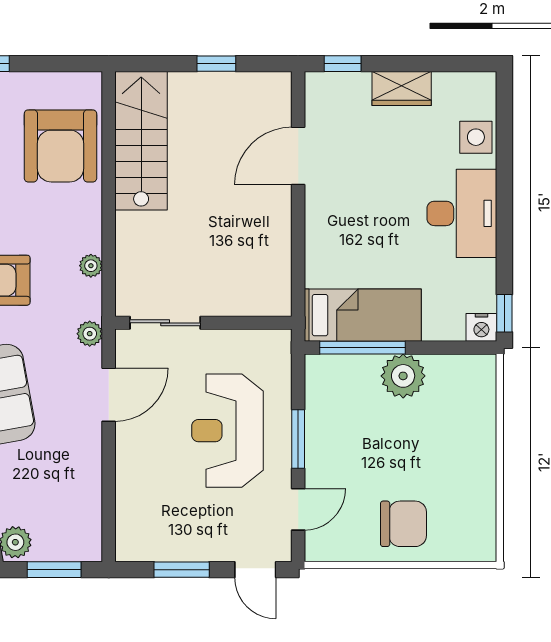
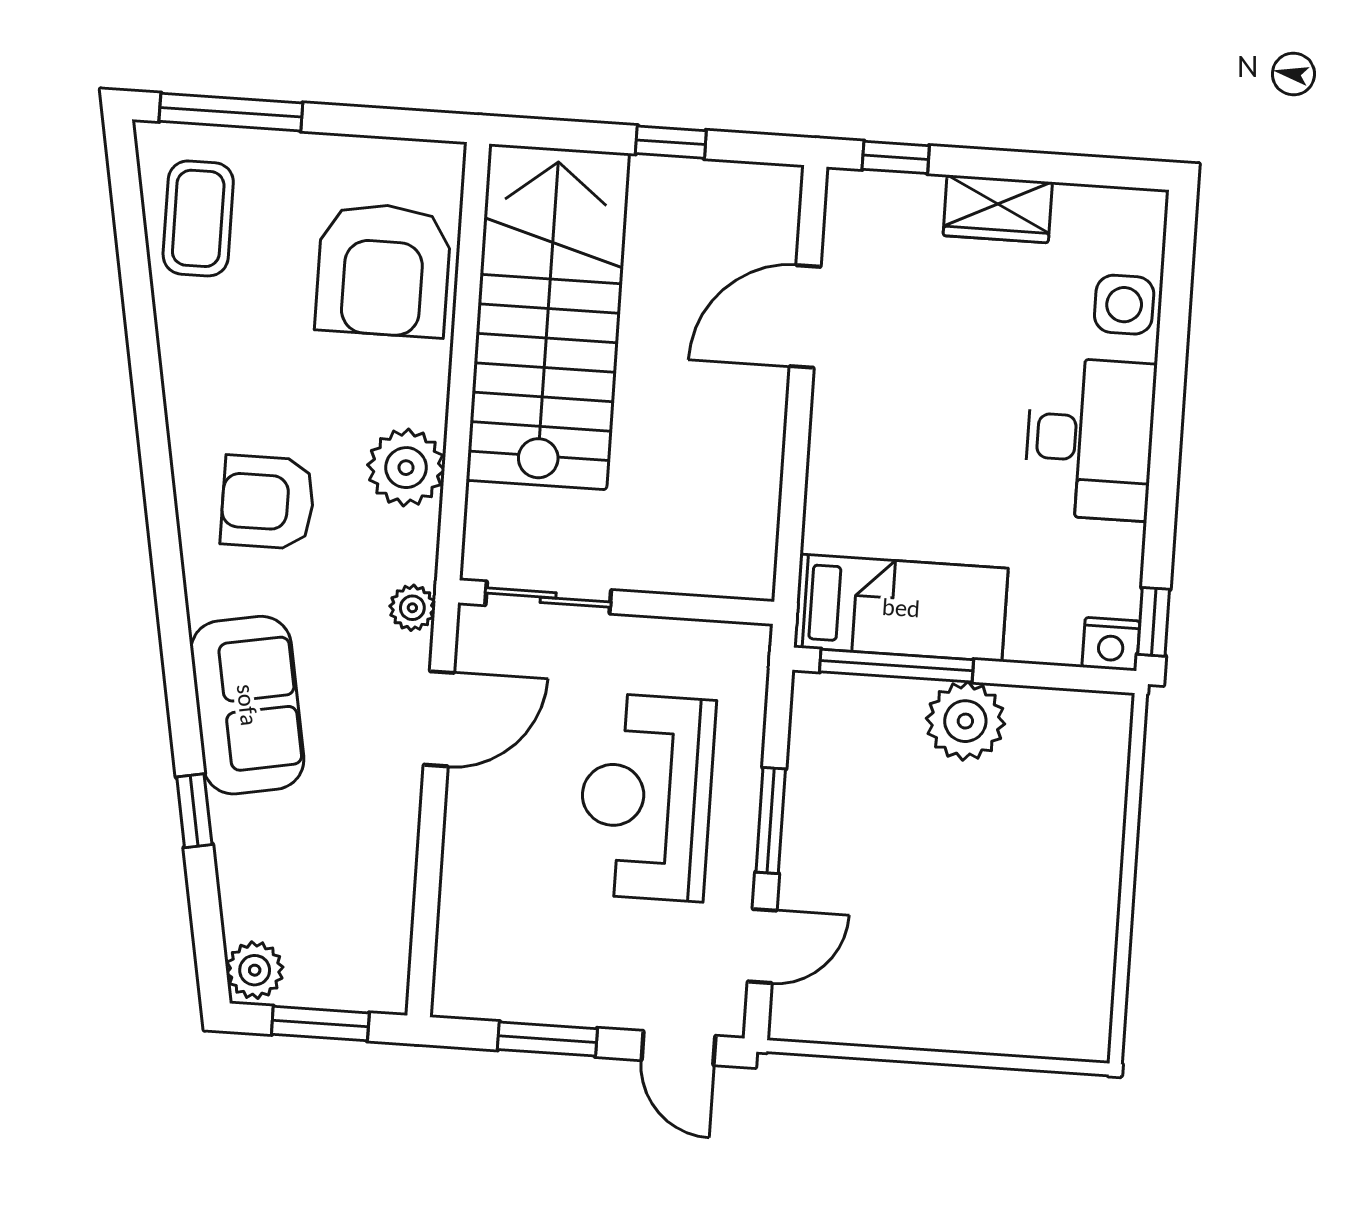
stairs: (141, 141) -> (548, 317), width x1.36, depth x1.51
plant: (91, 266) -> (406, 468), width x1.88, depth x1.88
chair: (403, 524) -> (948, 984), removed

